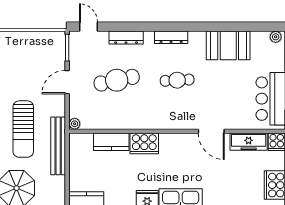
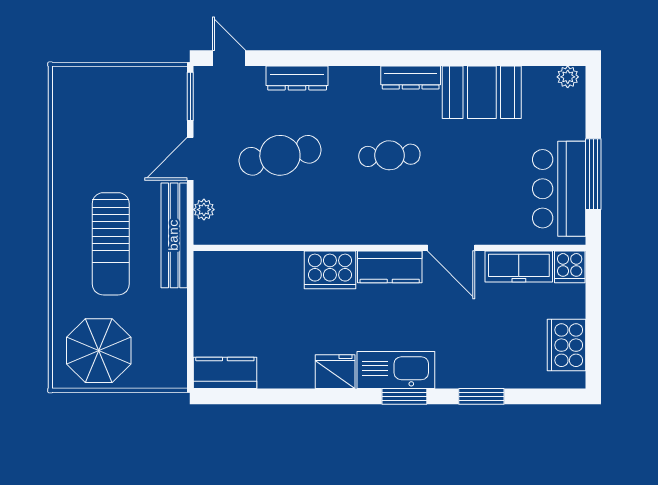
dresser: (171, 37) -> (411, 78), moved
plant: (75, 124) -> (204, 210), moved
kitchen counter: (111, 142) -> (390, 267), moved
bench: (58, 146) -> (174, 235), moved

